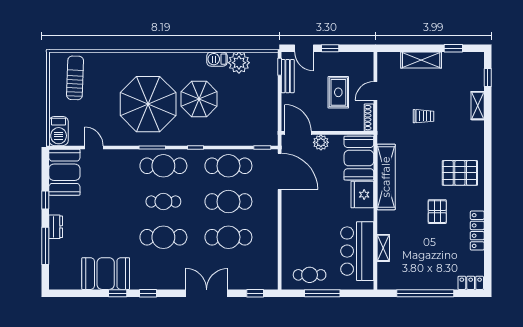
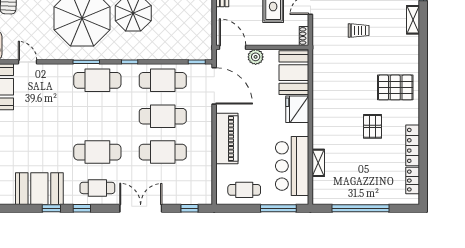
shoe rack: (369, 118) -> (304, 36), width x0.70
shelving: (386, 177) -> (321, 92), removed
cafe table: (163, 202) -> (97, 188), moved
piano: (292, 224) -> (227, 139), added
locker: (471, 283) -> (413, 181), moved, turned -90
window: (322, 293) -> (278, 208), moved

